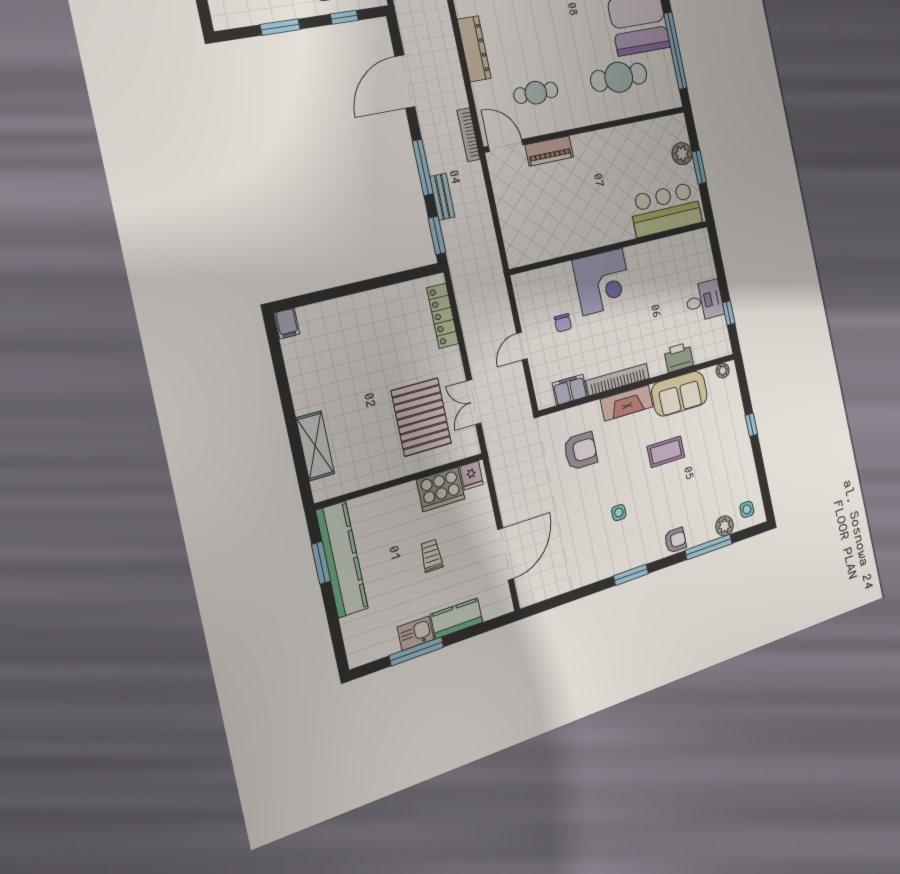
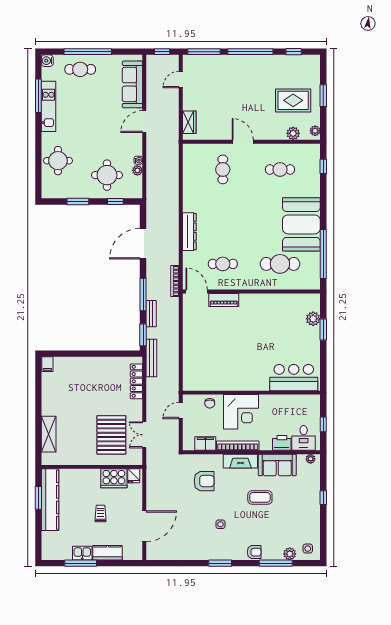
bar counter: (666, 209) -> (294, 378), moved
wall: (611, 247) -> (251, 393), moved
bench: (458, 271) -> (151, 358), added
corner desk: (603, 282) -> (241, 412), moved
desk: (704, 301) -> (304, 438), moved, turned 90

